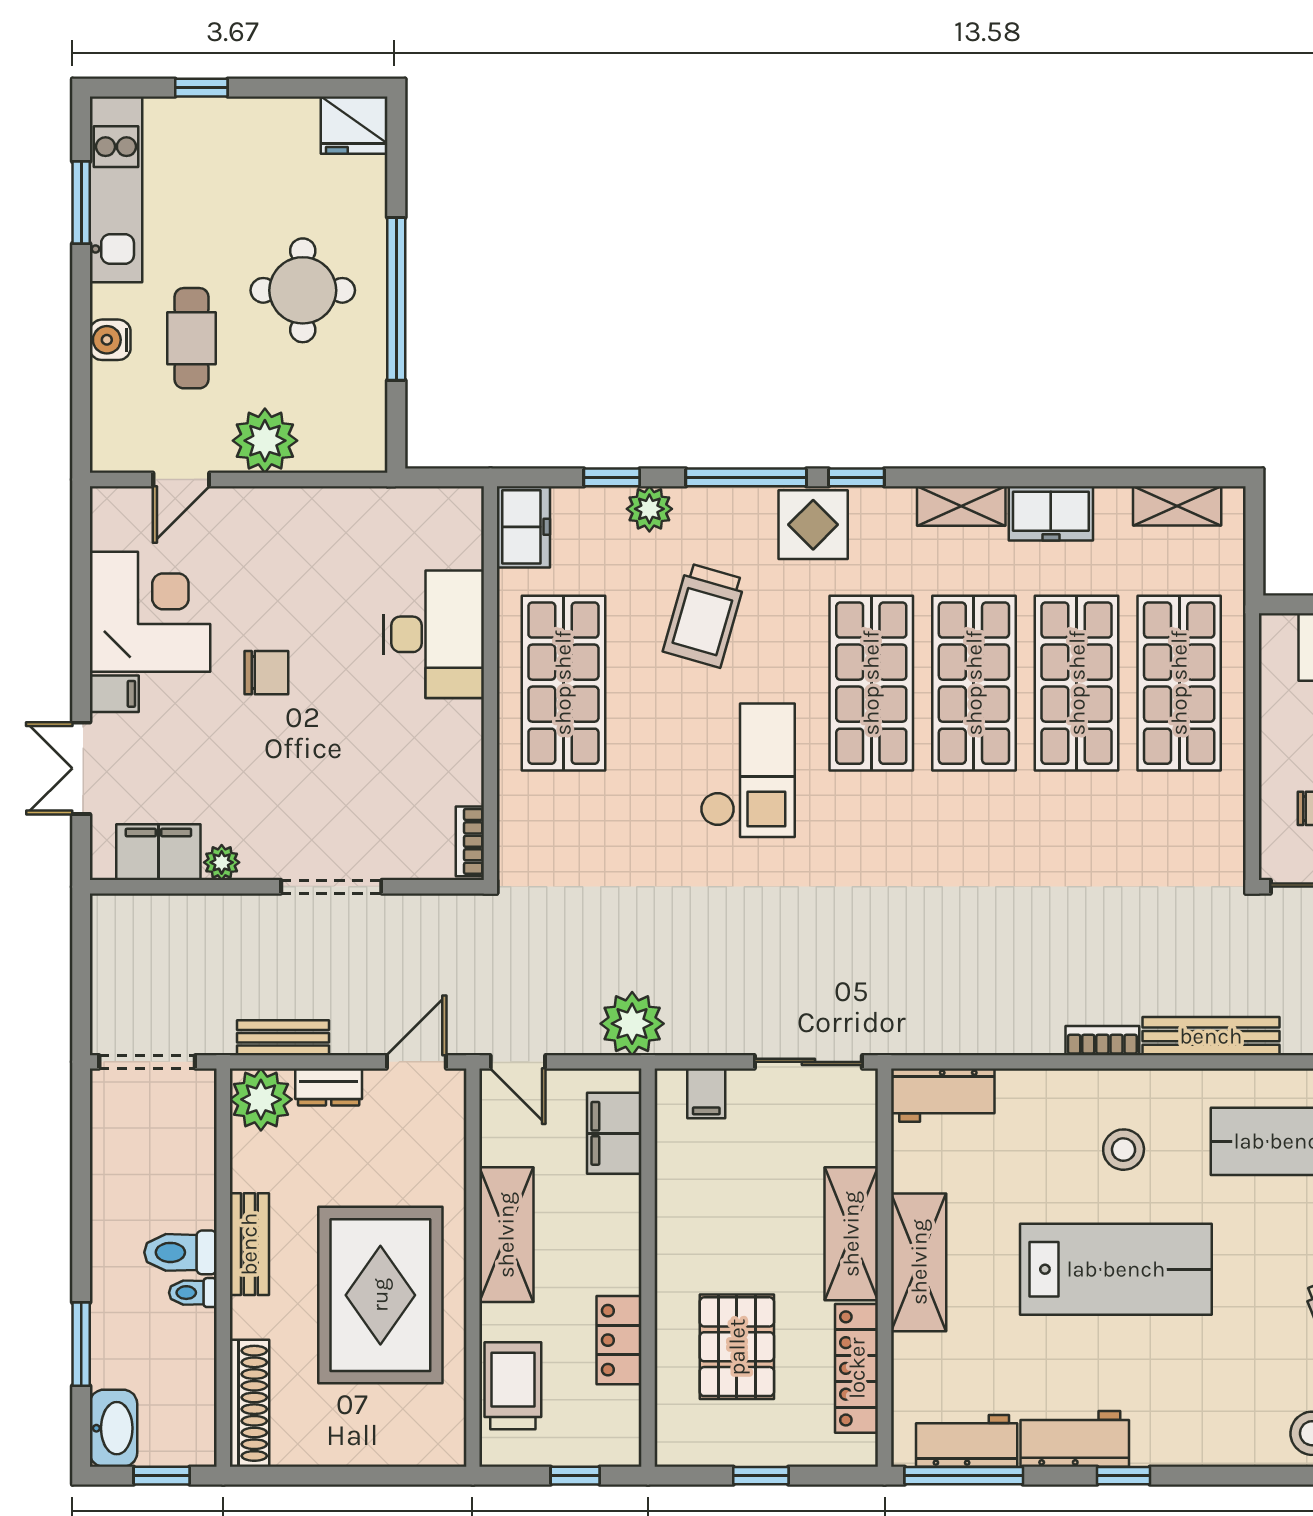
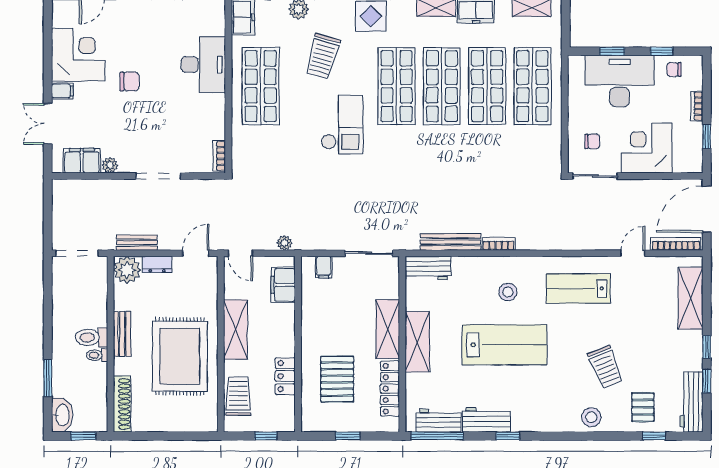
plant: (632, 1024) -> (284, 243), width x0.53, depth x0.53
bench: (1211, 1036) -> (451, 242), moved

